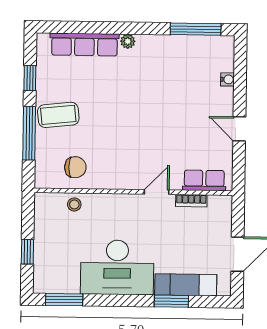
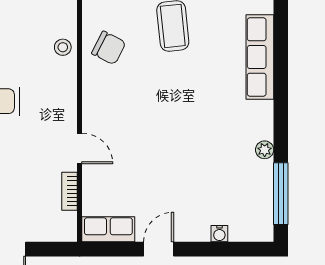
plant: (128, 41) -> (265, 150), moved
chair: (75, 167) -> (109, 48), turned -63
row of seats: (204, 180) -> (108, 229), moved, turned -90

